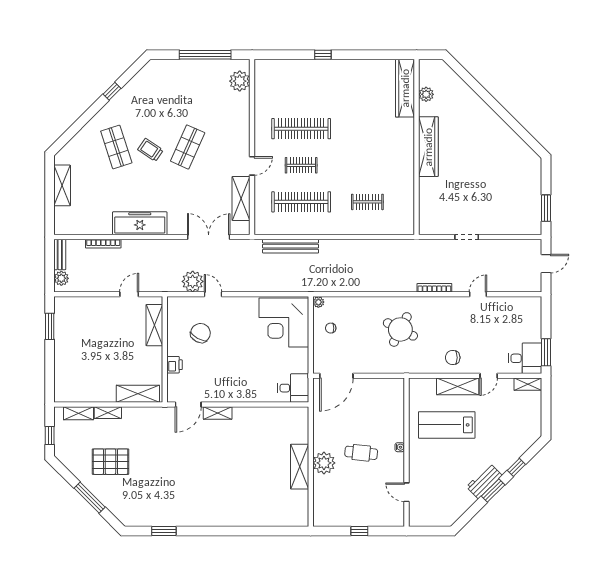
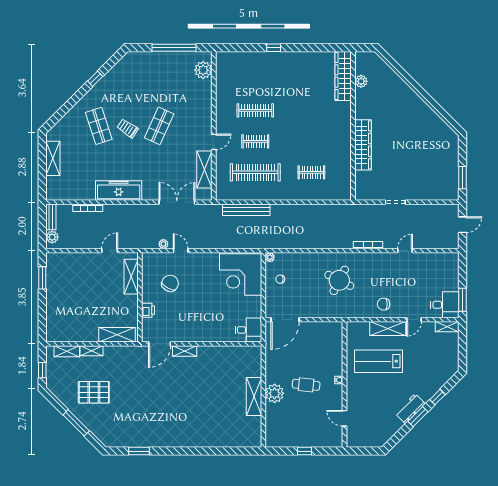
clothes rail: (301, 129) -> (255, 110), width x0.73, depth x0.76
wardrobe: (428, 147) -> (363, 145), moved
plant: (193, 281) -> (163, 244), width x0.53, depth x0.53

